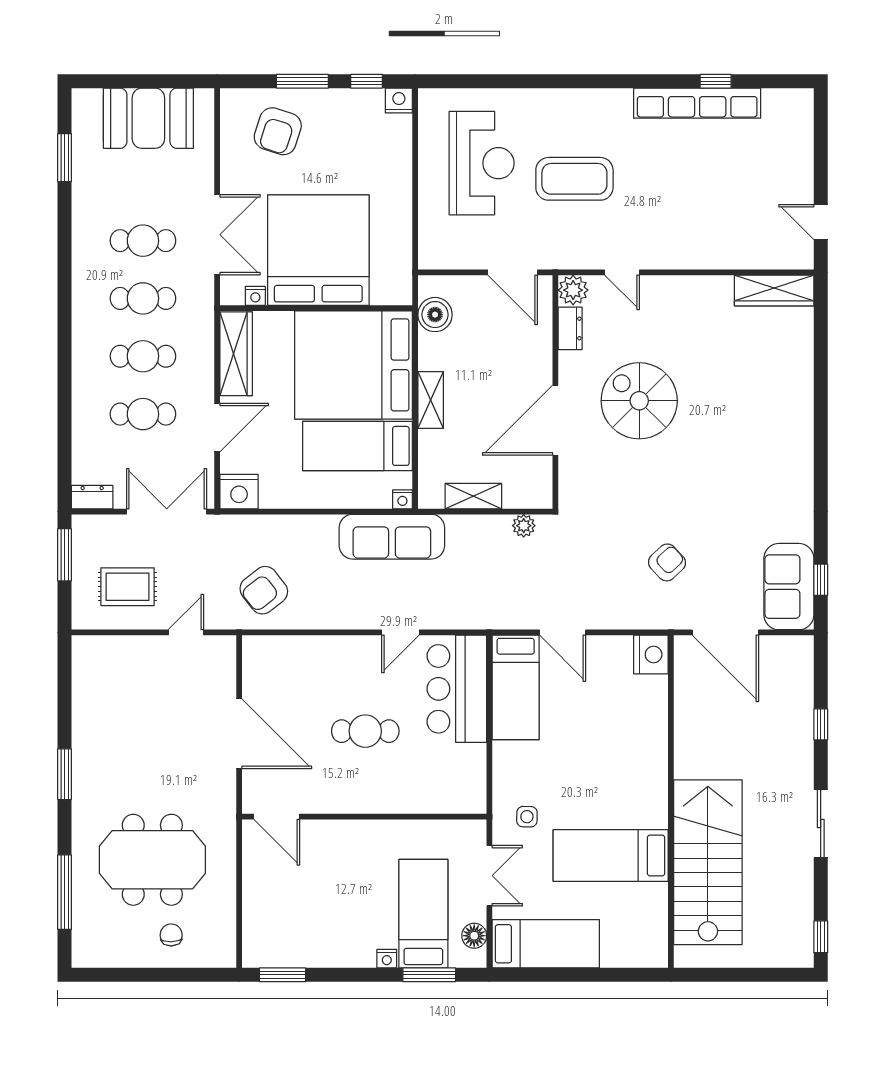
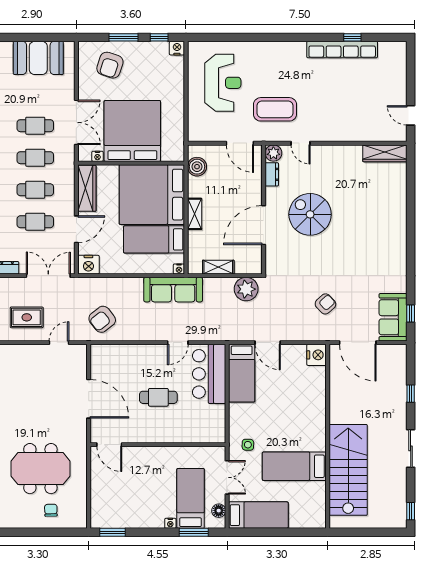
coffee table: (574, 179) -> (275, 109), moved
plant: (524, 526) -> (246, 289), width x1.88, depth x1.88

